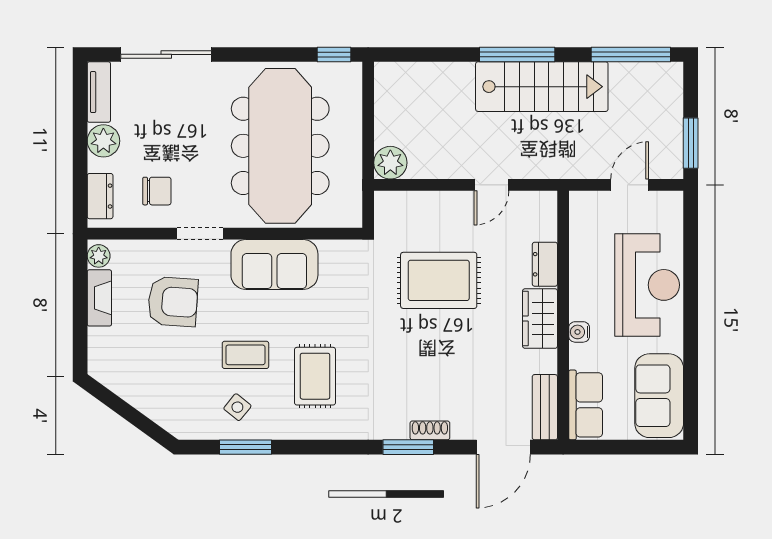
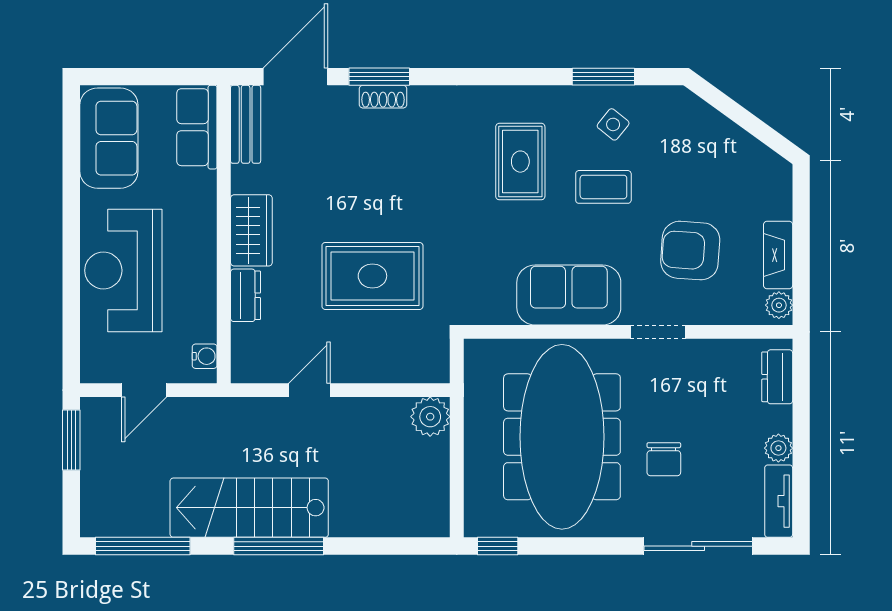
plant: (103, 141) -> (778, 448), width x0.73, depth x0.73
chair: (157, 191) -> (664, 459), moved, turned -90
water cooler: (579, 332) -> (205, 356), moved
window: (408, 447) -> (379, 77), moved

